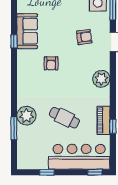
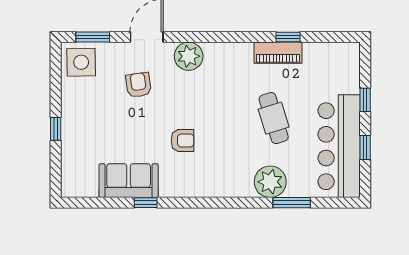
plant: (101, 79) -> (189, 56), moved
cafe table: (64, 118) -> (274, 118), turned -43
bar counter: (79, 157) -> (339, 146), moved
window: (95, 172) -> (365, 100), moved

